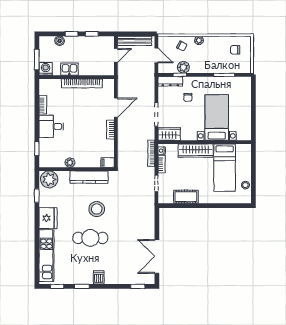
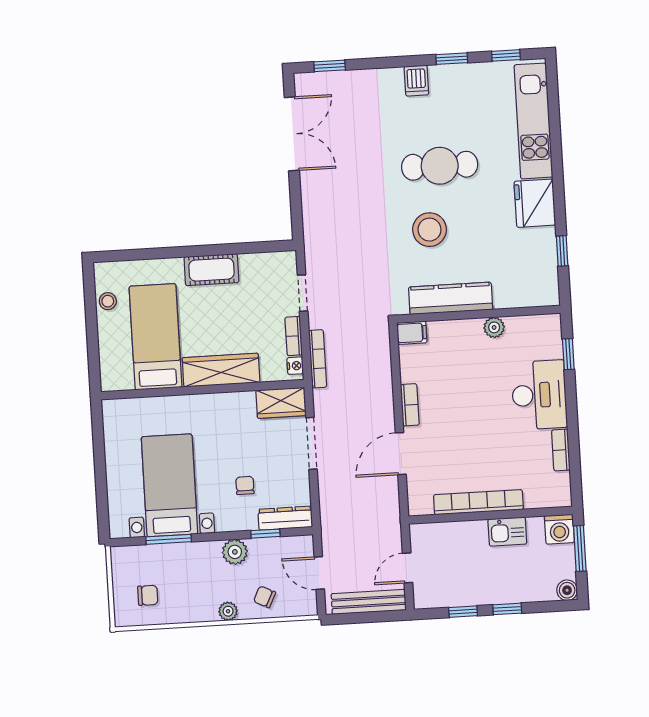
boiler: (60, 41) -> (567, 590), moved
plant: (183, 67) -> (235, 552), moved
bed with nightstands: (217, 118) -> (169, 485), moved, turned 180
desk: (51, 126) -> (539, 395), width x1.37
plant: (49, 179) -> (537, 288), removed
cot: (186, 197) -> (211, 270), moved

